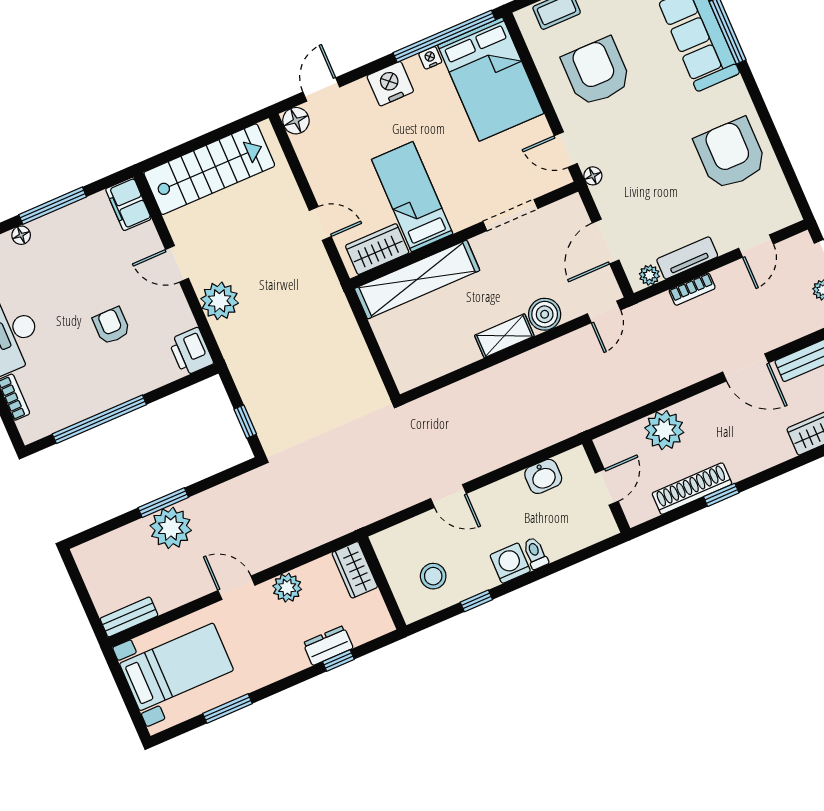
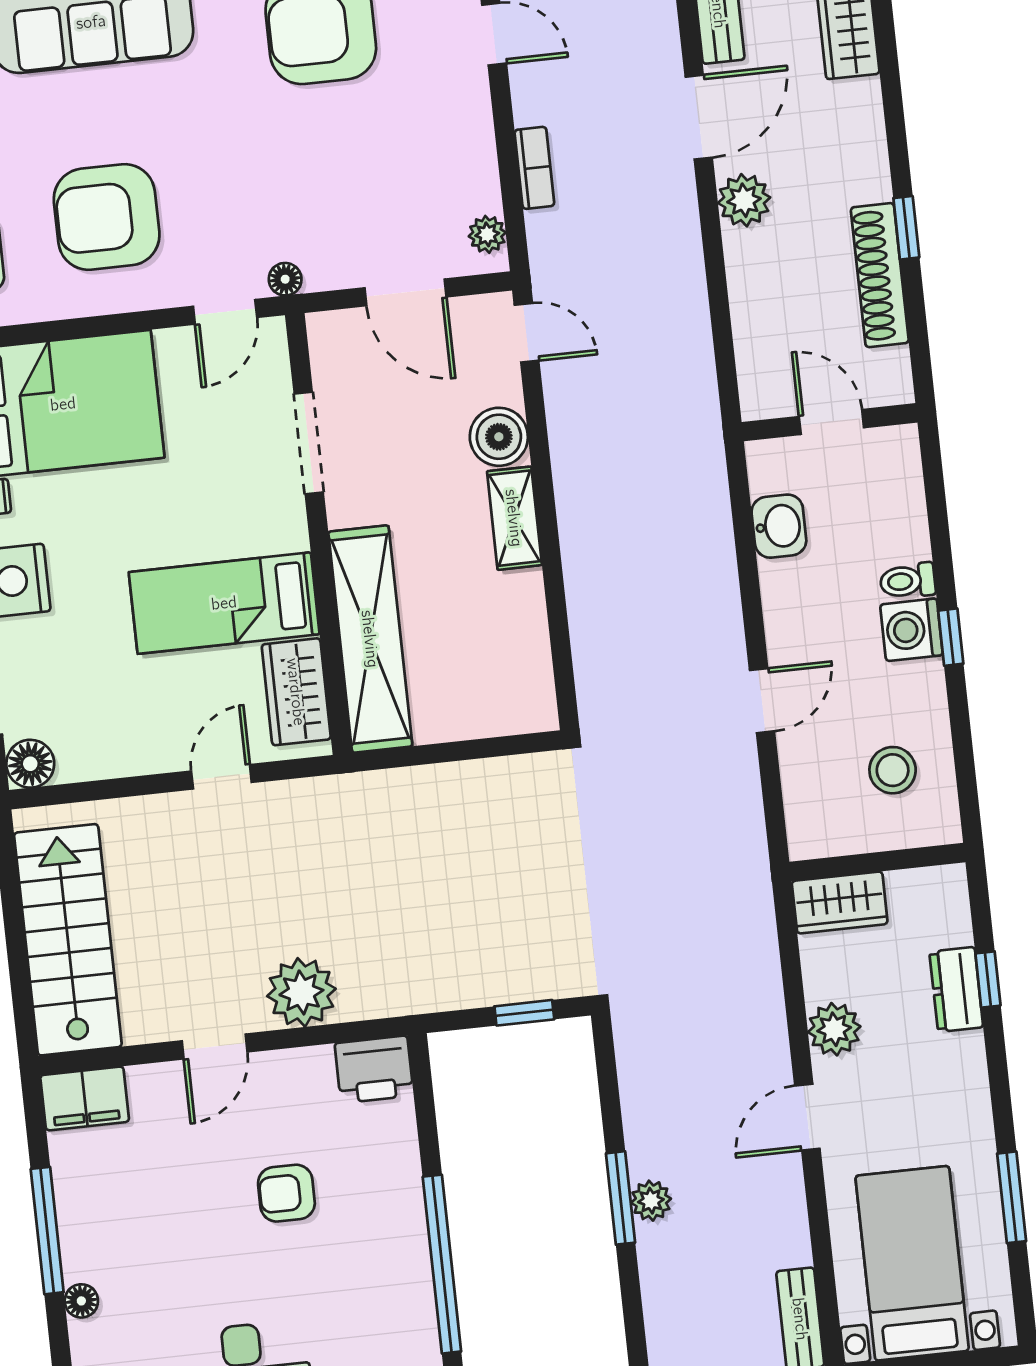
tv unit: (687, 258) -> (478, 160), removed
plant: (664, 430) -> (744, 200), moved, width x0.73, depth x0.73
plant: (171, 528) -> (651, 1201), width x0.53, depth x0.53
window: (476, 601) -> (951, 637), moved

